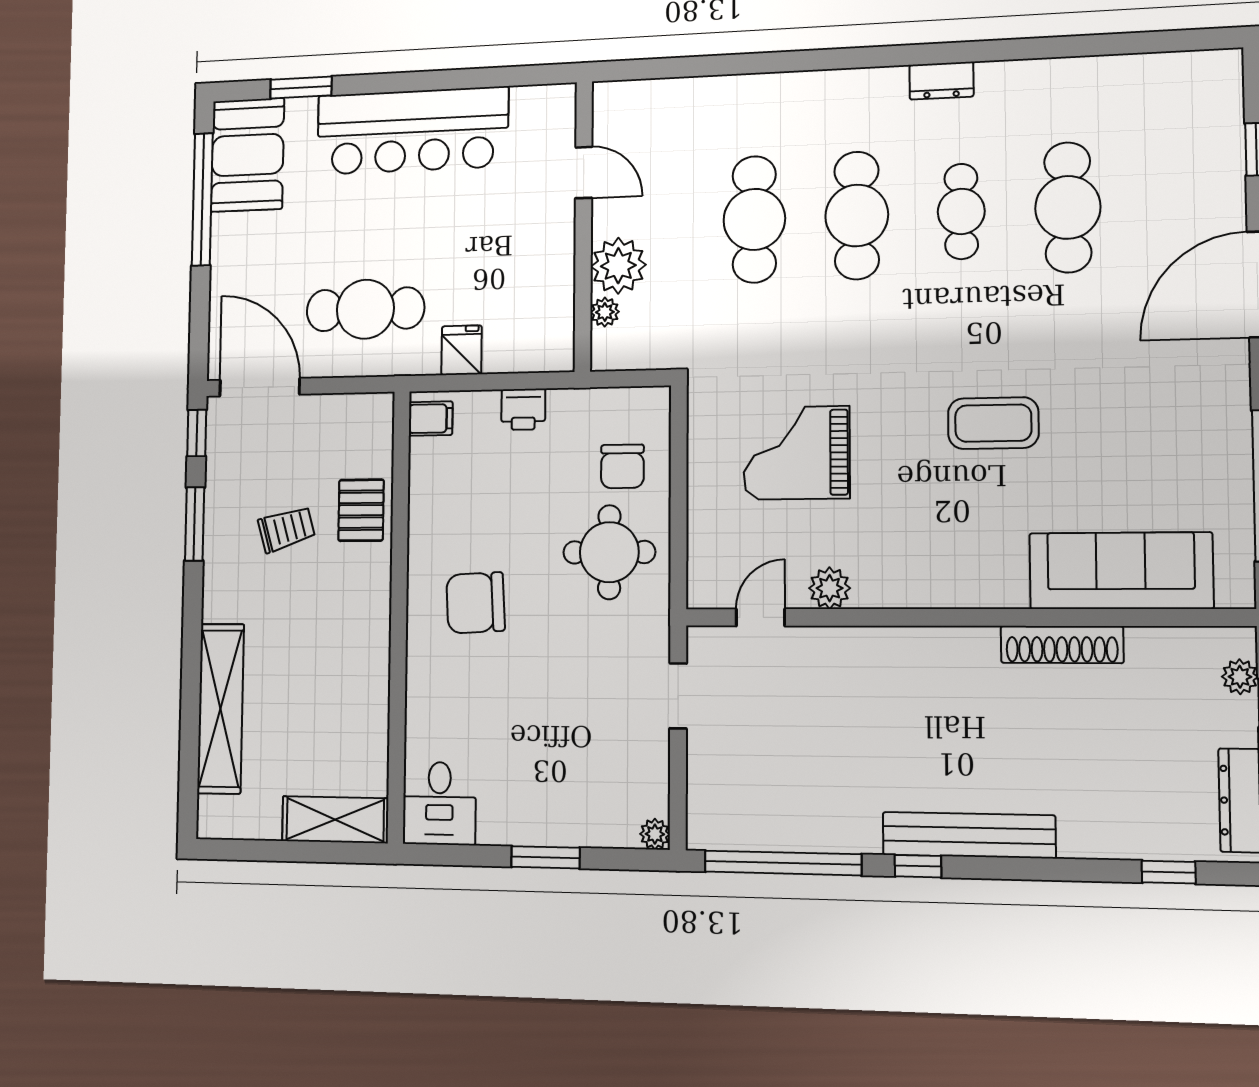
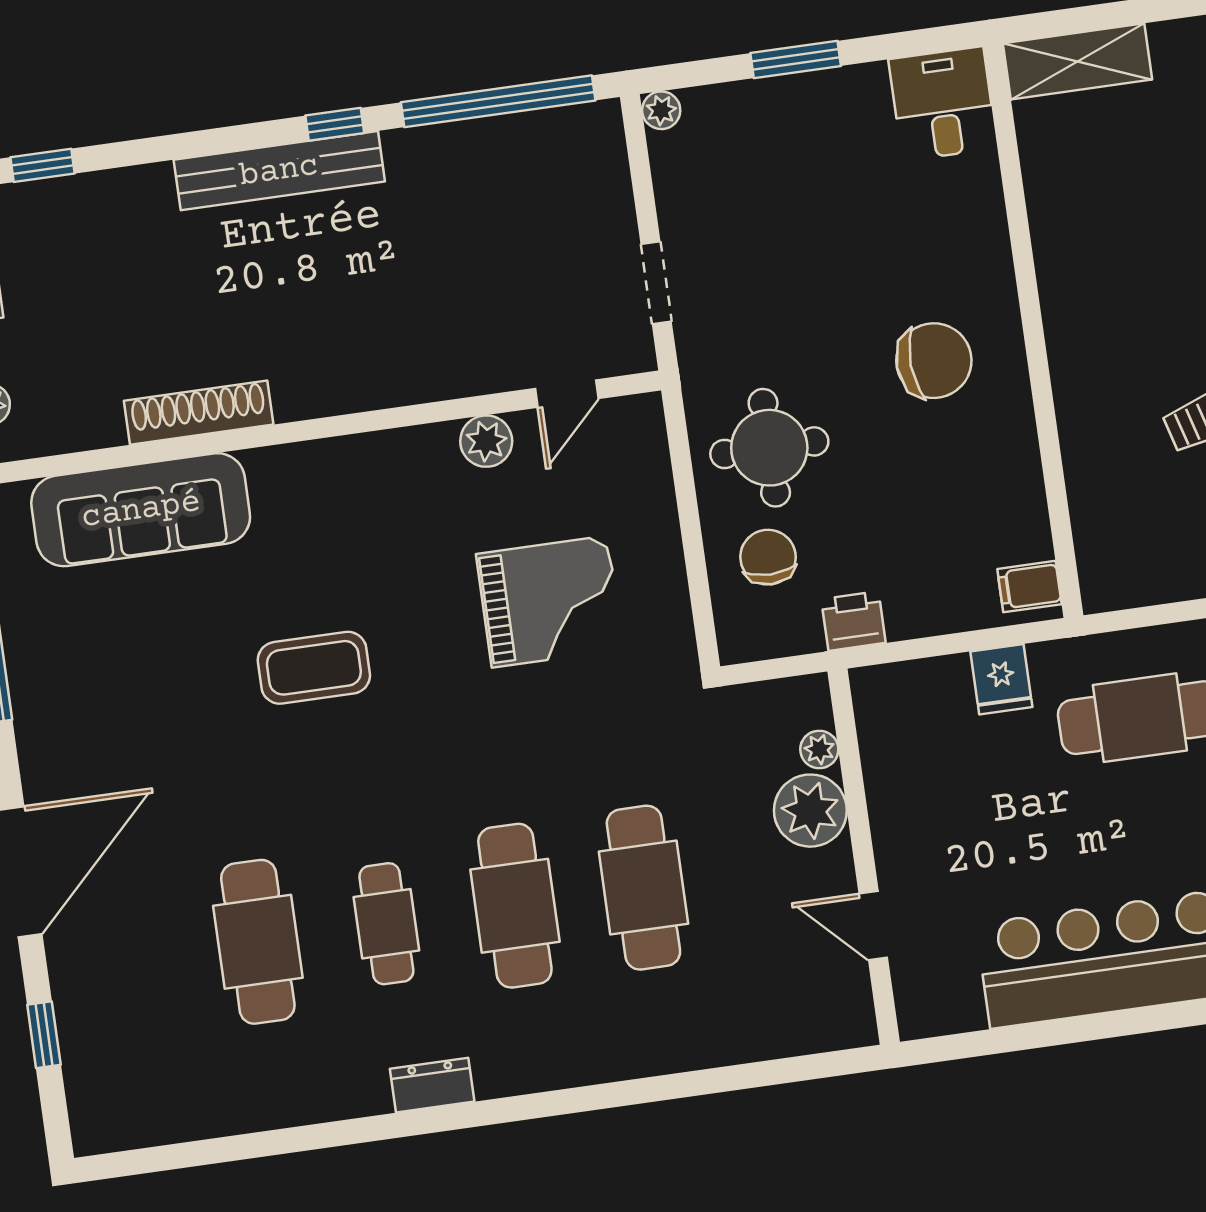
printer: (523, 409) -> (853, 621), moved
pallet: (361, 510) -> (1105, 457), removed

